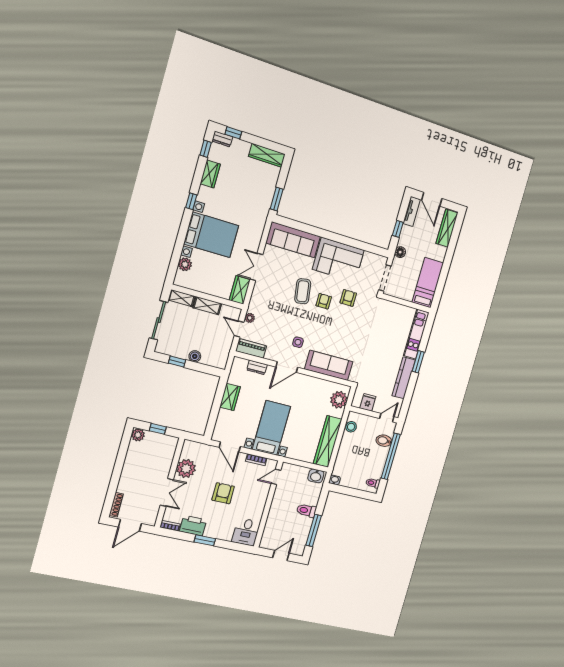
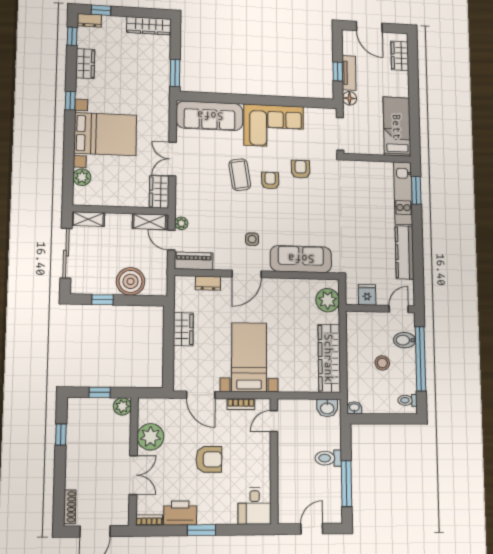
tv unit: (412, 211) -> (349, 73), moved
wardrobe: (447, 228) -> (400, 56), width x0.67
shelving: (207, 306) -> (150, 222), moved
boiler: (195, 356) -> (131, 281), width x1.86, depth x1.86
window: (418, 362) -> (416, 190), moved
stool: (351, 427) -> (382, 363), moved
plant: (138, 435) -> (122, 406), moved
window: (122, 453) -> (61, 435), added
armchair: (223, 493) -> (209, 459), turned 90

